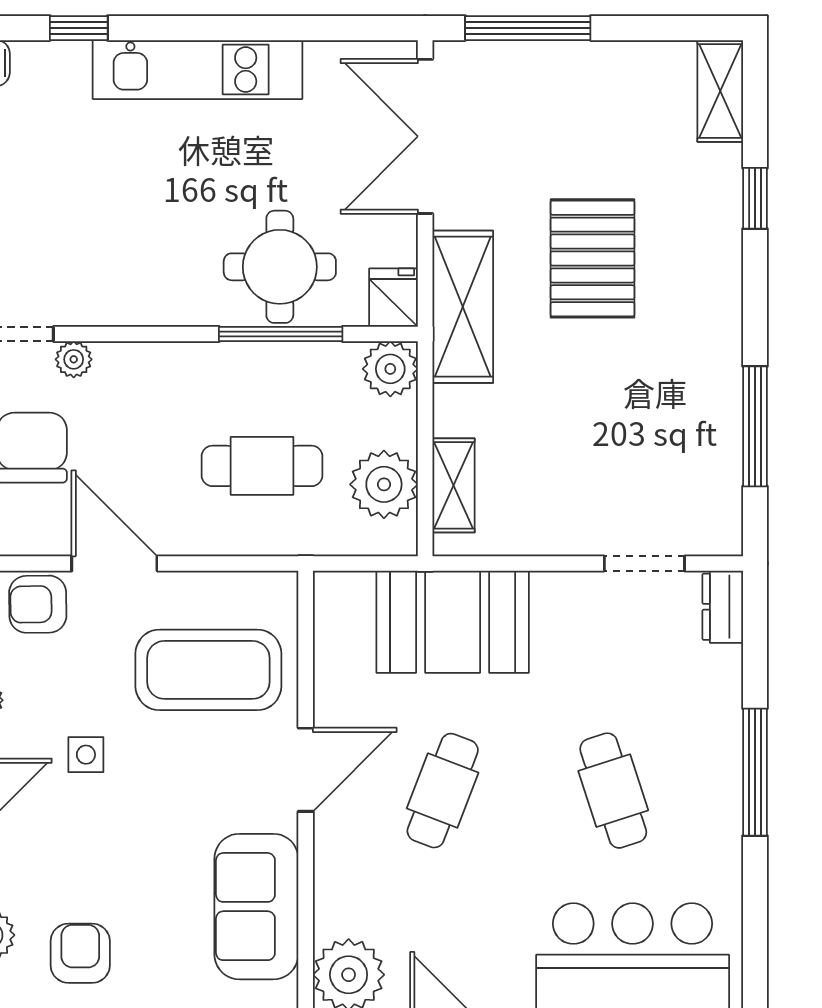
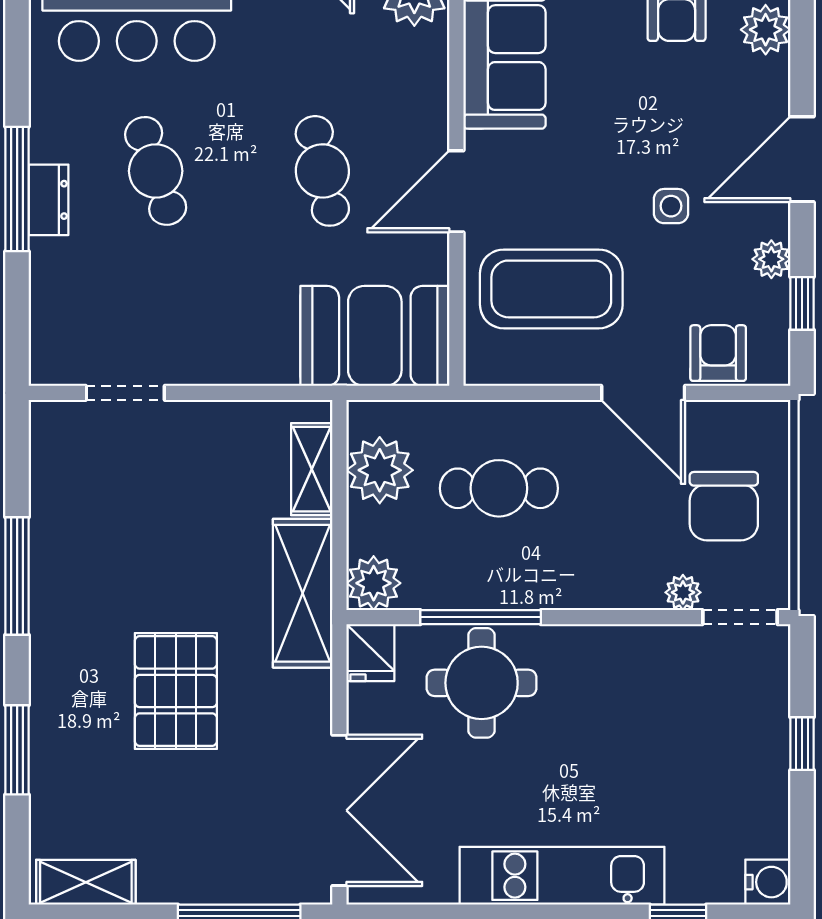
shelving: (720, 91) -> (86, 882), moved, turned 90
window: (755, 198) -> (17, 750), width x1.50
shelving: (463, 307) -> (303, 593), moved
window: (755, 426) -> (17, 576), moved
armchair: (38, 604) -> (718, 353), turned -89
dresser: (723, 607) -> (49, 200), moved
booth: (453, 622) -> (375, 336), moved
cafe table: (443, 791) -> (322, 171), turned -33

